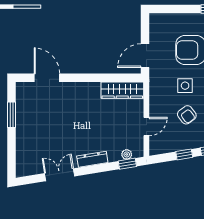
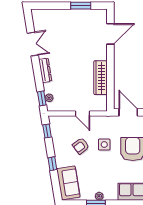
wardrobe: (122, 90) -> (101, 78), moved
door: (146, 126) -> (83, 114), moved
window: (184, 154) -> (47, 131), moved

